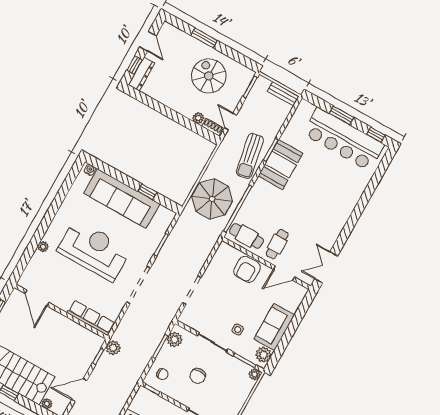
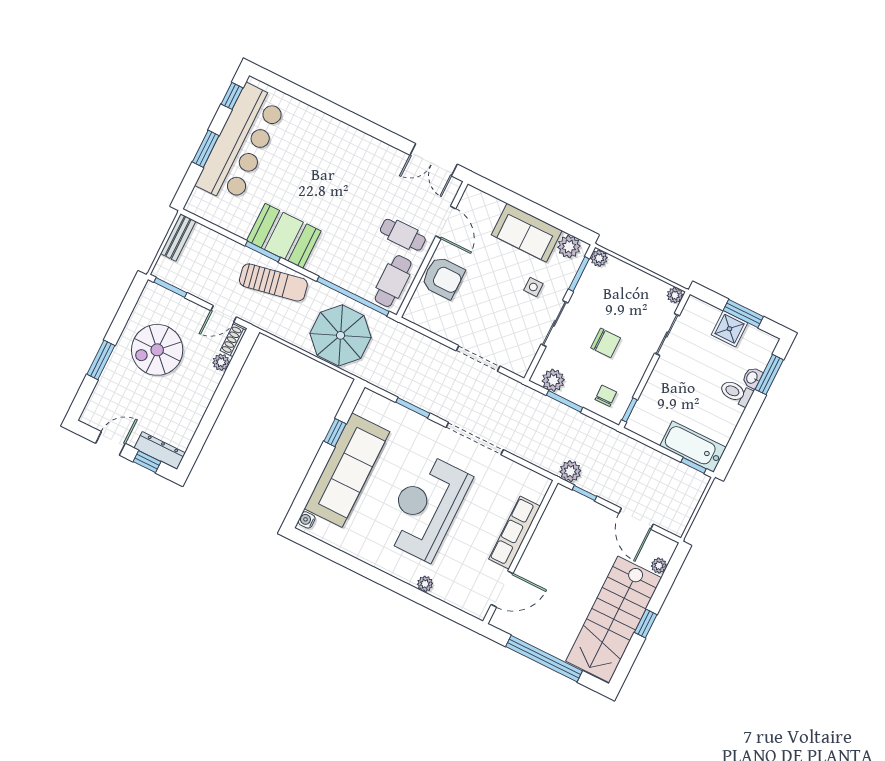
row of seats: (91, 318) -> (515, 533), moved

